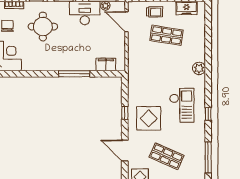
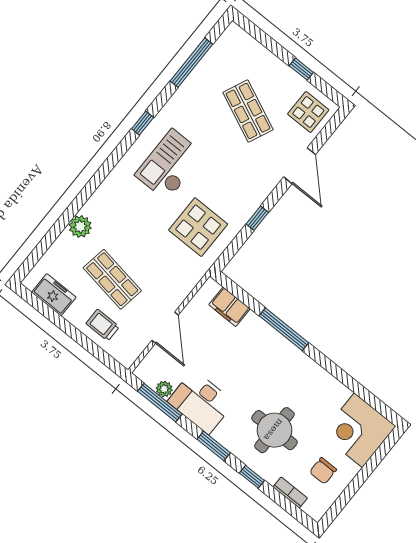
door: (126, 22) -> (165, 328), moved
plant: (199, 68) -> (80, 226), moved
display table: (149, 118) -> (198, 227), moved

